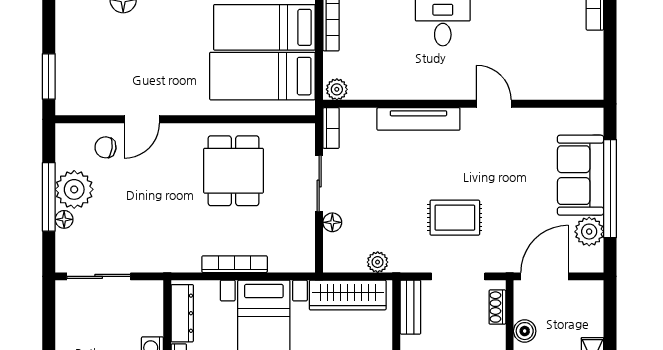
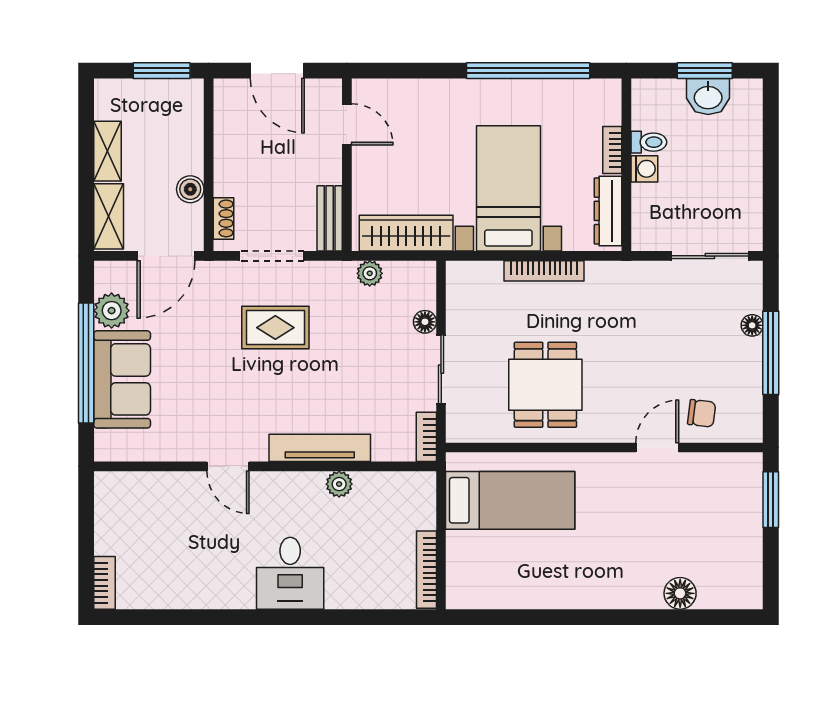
bed: (264, 27) -> (508, 560), removed
plant: (337, 89) -> (339, 484), moved
plant: (74, 189) -> (740, 362), removed
shelving: (592, 309) -> (109, 216), added

